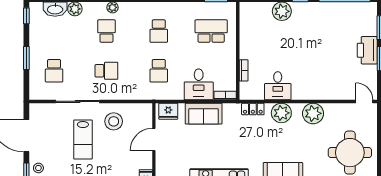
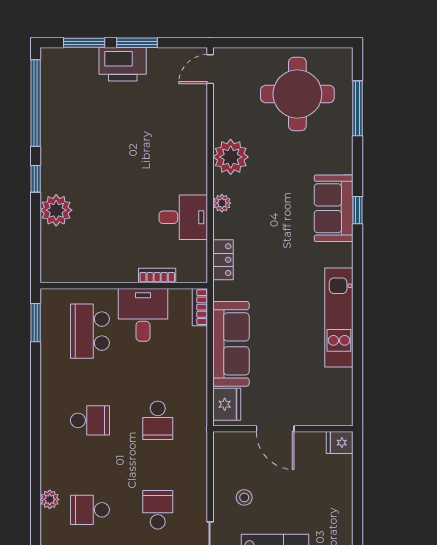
school desk: (159, 71) -> (158, 420), turned 90
desk: (199, 84) -> (143, 315), moved, turned -90
plant: (281, 113) -> (222, 203), width x0.53, depth x0.53
sofa: (204, 114) -> (231, 344), width x1.36
stool: (114, 121) -> (244, 497), width x0.53, depth x0.53

